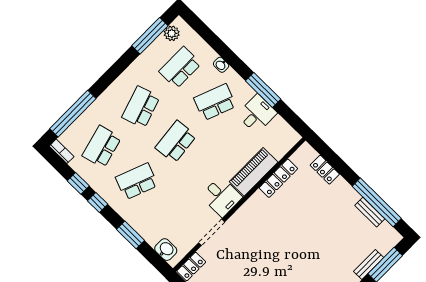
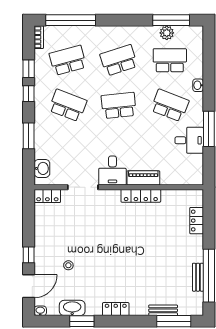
plant: (172, 33) -> (167, 33), moved
piano: (254, 172) -> (143, 178), width x0.73, depth x0.75
locker: (278, 178) -> (141, 196), moved

